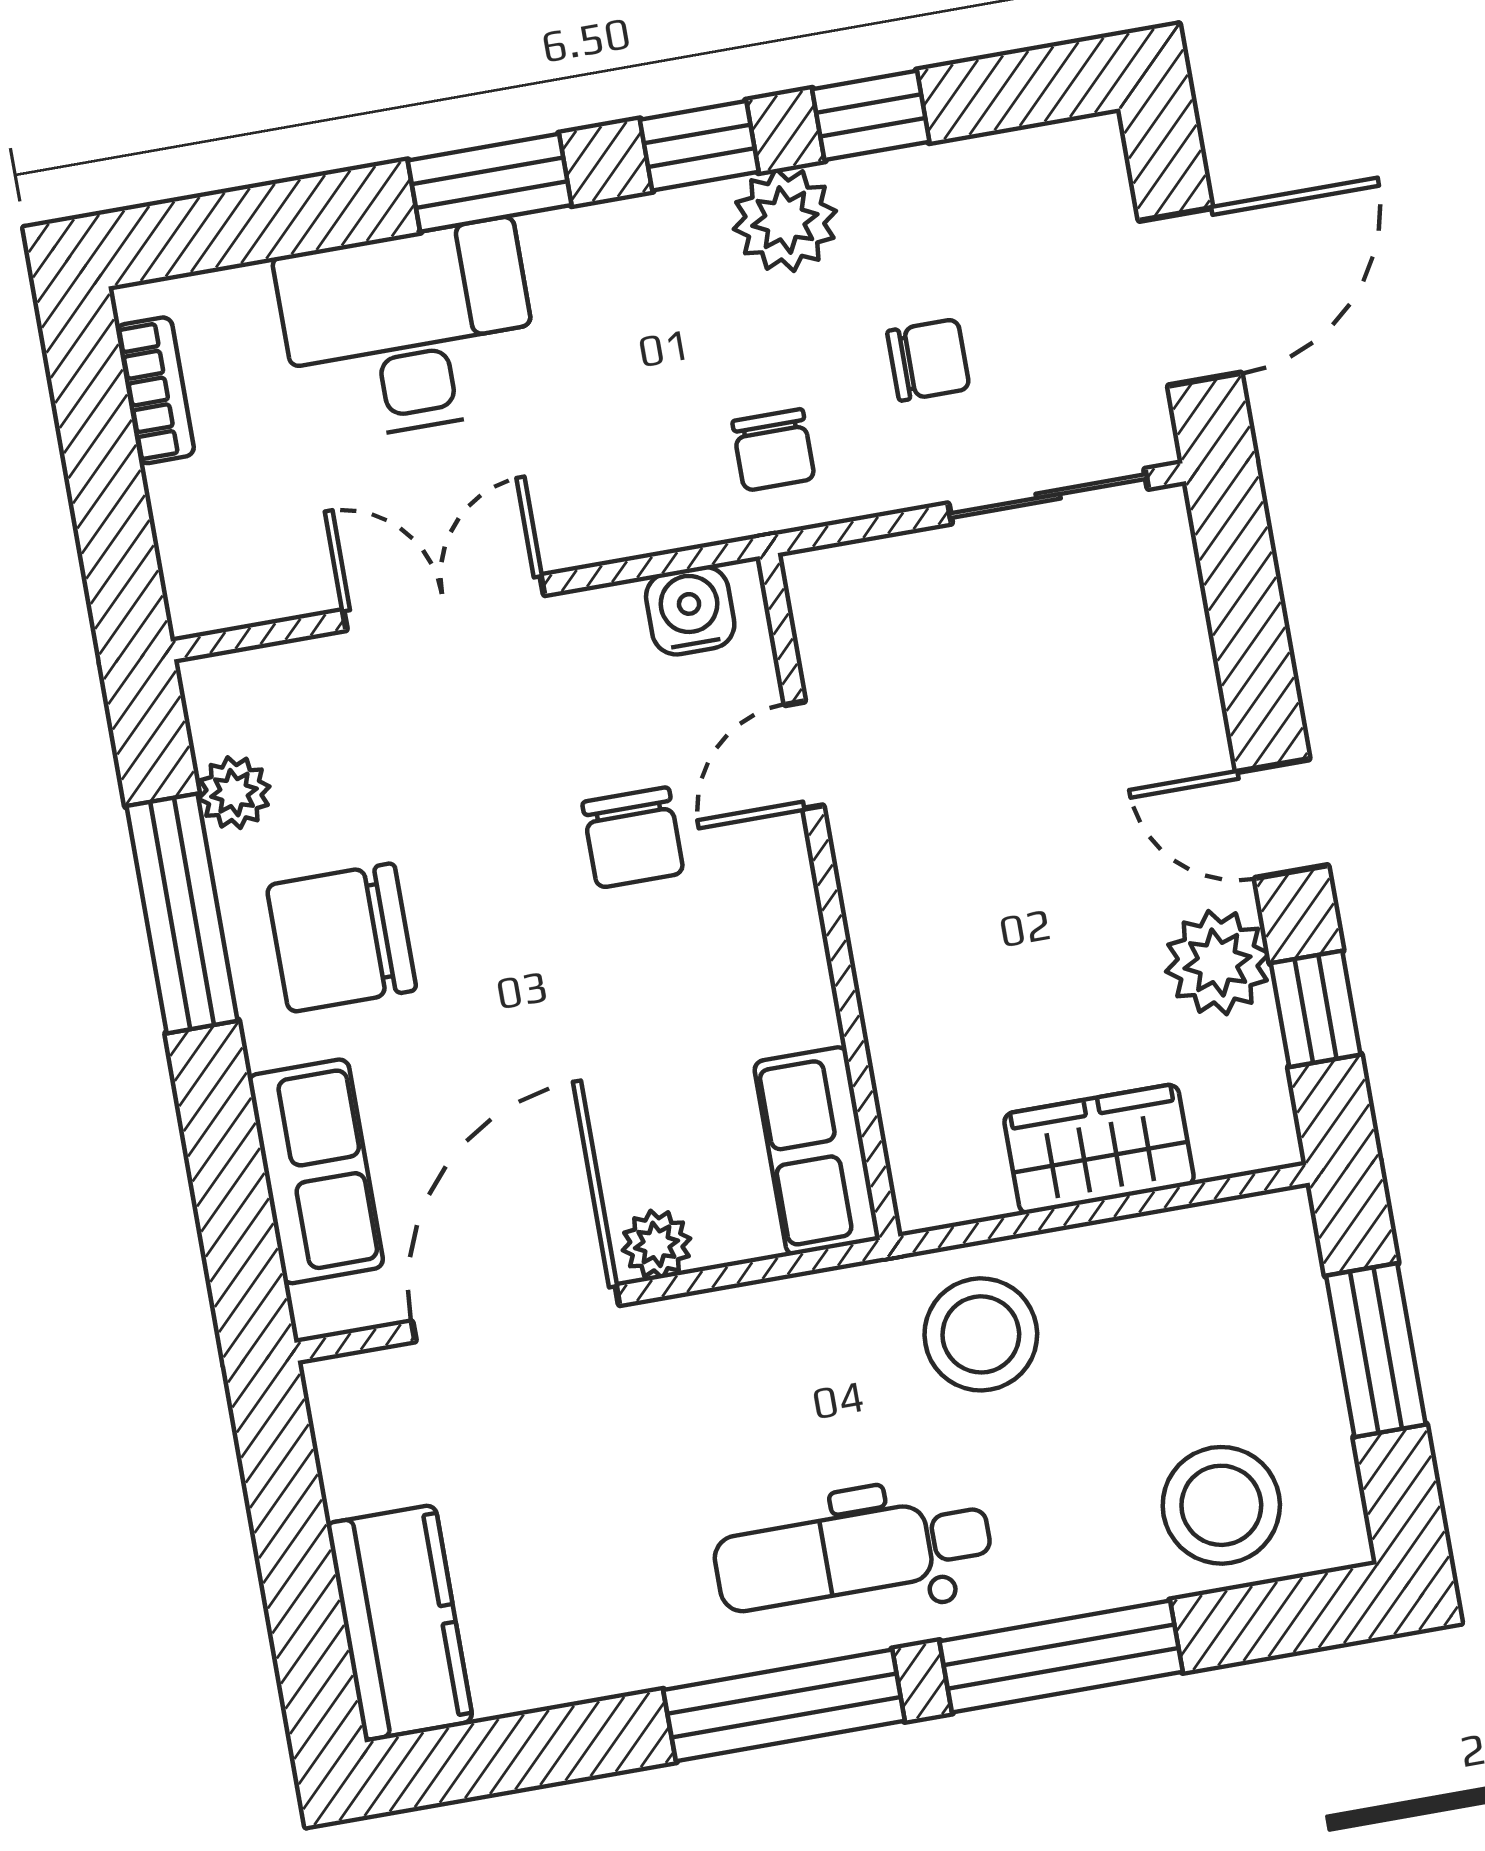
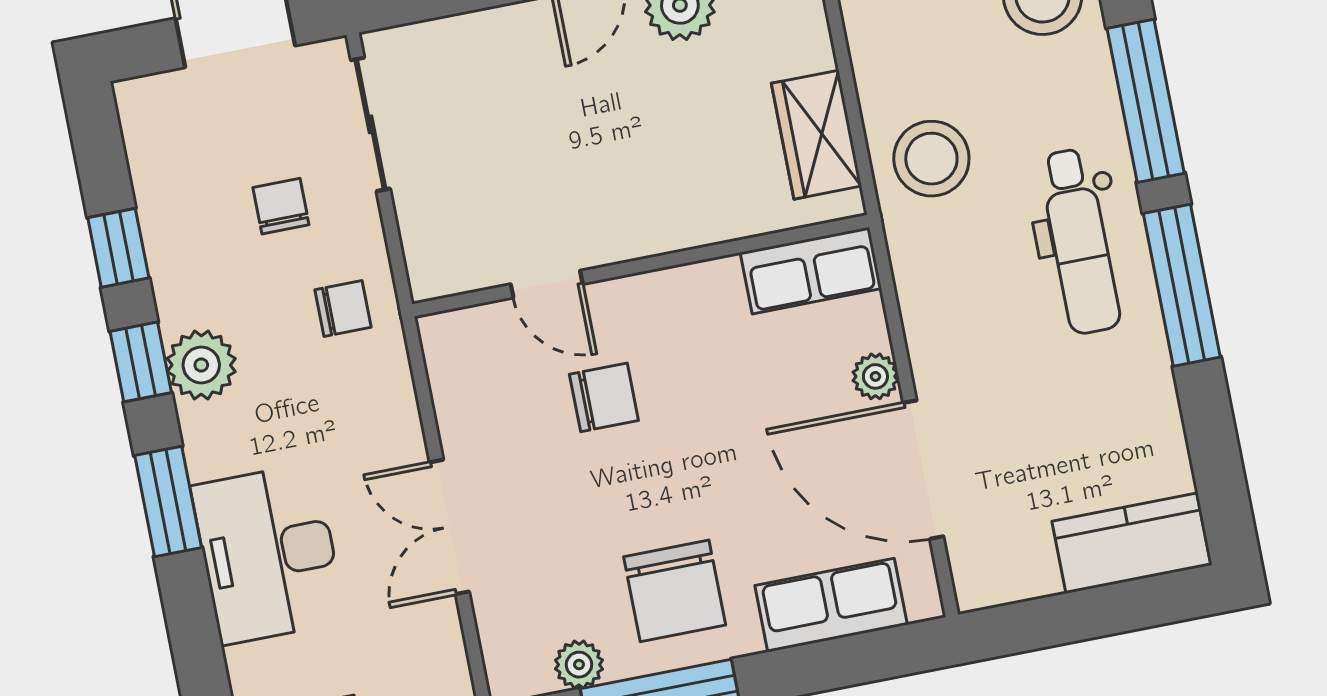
plant: (785, 220) -> (201, 365), moved
water cooler: (690, 610) -> (451, 362), removed
wardrobe: (1099, 1149) -> (816, 135), moved

